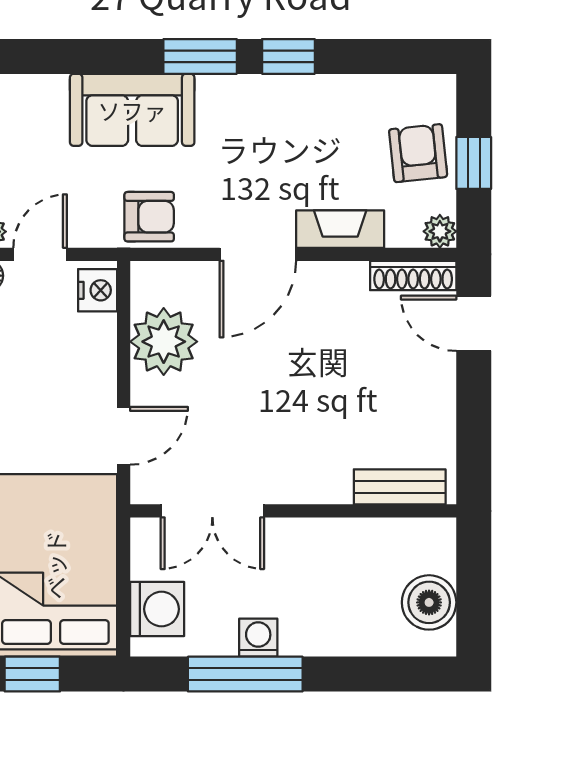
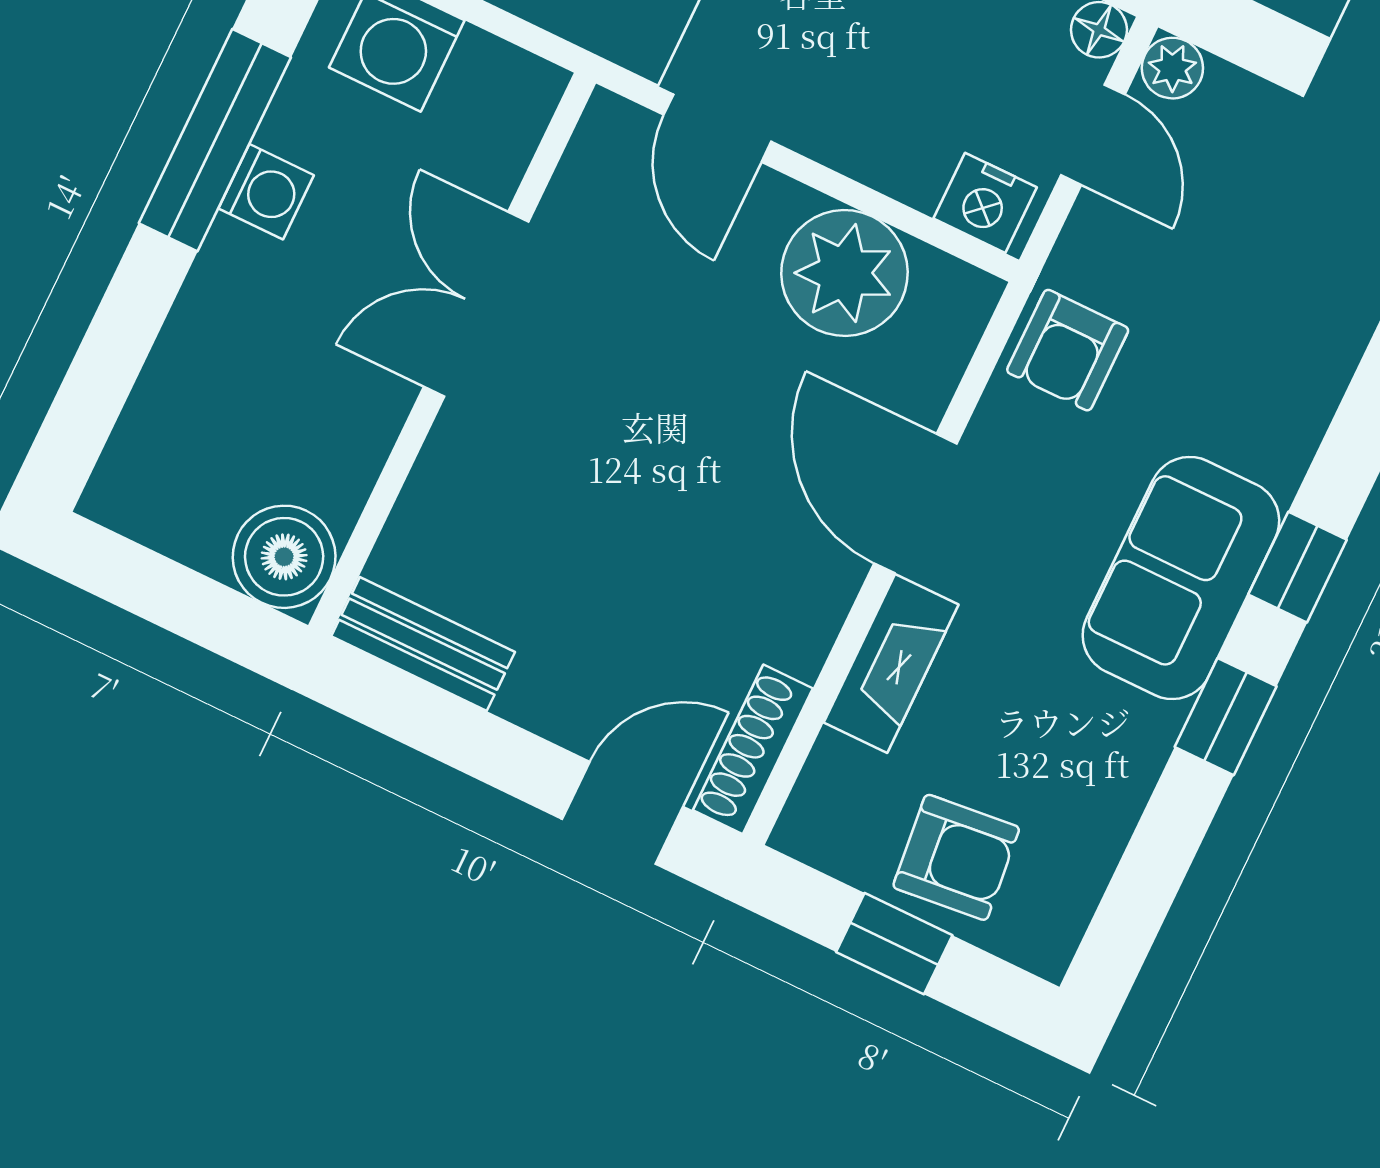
window: (200, 56) -> (1298, 567), width x0.67
sofa: (132, 110) -> (1181, 578), moved
plant: (440, 231) -> (806, 830), removed
bench: (400, 487) -> (423, 644), moved, turned 90
double door: (212, 511) -> (476, 304), moved
boiler: (429, 602) -> (284, 557), moved

